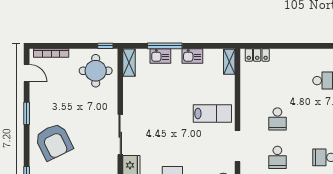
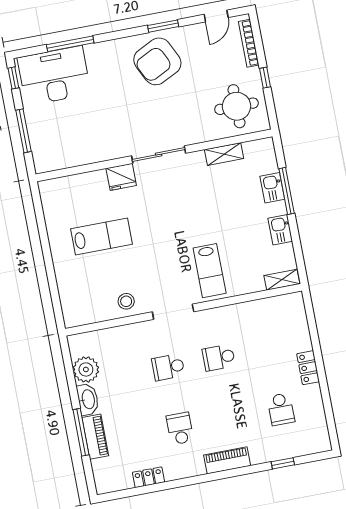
window: (105, 46) -> (265, 78), moved
locker: (257, 55) -> (308, 368), moved
shelving: (129, 63) -> (224, 154), moved
armchair: (54, 142) -> (157, 61), moved

